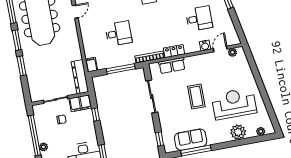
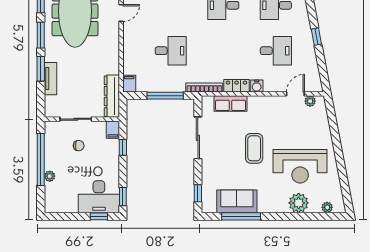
water cooler: (205, 45) -> (257, 86), moved
tv unit: (30, 72) -> (50, 79), added
filing cabinet: (80, 103) -> (113, 130), width x0.50
reception desk: (234, 104) -> (300, 166), turned 180

